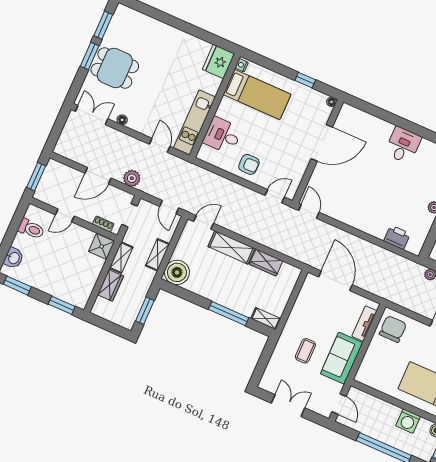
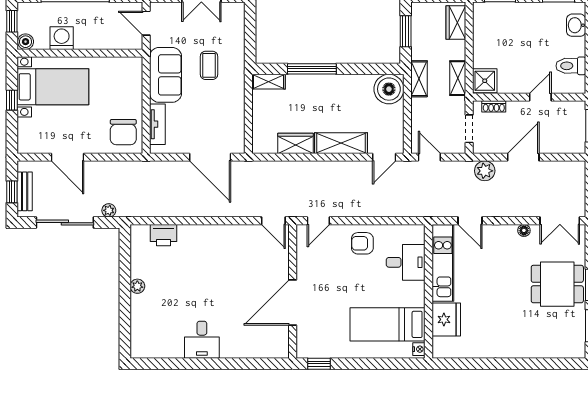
fridge: (218, 62) -> (446, 319), moved
window: (305, 80) -> (319, 364), moved
floor lamp: (332, 102) -> (302, 353), removed
shelving: (157, 255) -> (419, 79), moved
wardrobe: (111, 285) -> (456, 23), moved

